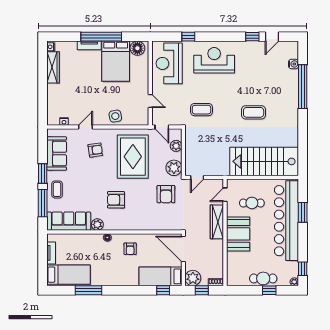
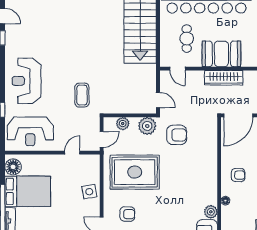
coffee table: (254, 112) -> (85, 37), removed
armchair: (95, 150) -> (127, 214), turned 98
armchair: (116, 200) -> (183, 191), removed
wardrobe: (217, 222) -> (224, 78), moved

